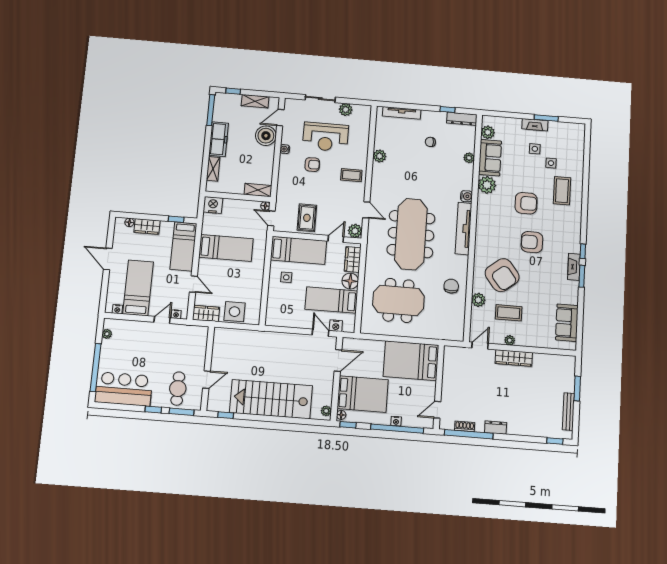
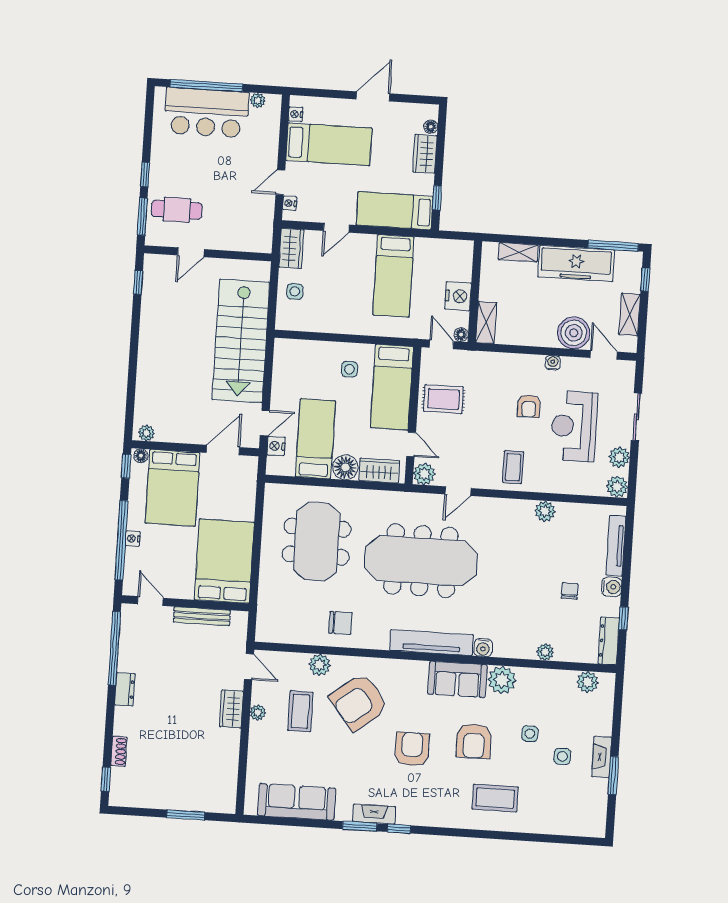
plant: (364, 111) -> (617, 487), added
water cooler: (428, 116) -> (612, 587), added
freezer: (219, 139) -> (576, 263), width x1.36, depth x1.26
sofa: (490, 158) -> (457, 679), moved
side table: (551, 163) -> (530, 734), moved
nightstand: (213, 205) -> (458, 296), moved
door: (271, 218) -> (441, 344), hinge flipped
side table: (235, 312) -> (295, 291), width x0.54, depth x0.54
door: (162, 320) -> (280, 182), swing flipped
sofa: (567, 323) -> (297, 802), width x1.36
wardrobe: (514, 358) -> (231, 709), width x0.67
door: (338, 360) -> (223, 450), swing flipped
door: (207, 380) -> (191, 252), hinge flipped
bar counter: (124, 389) -> (206, 113), moved, turned 90
stairs: (271, 399) -> (241, 341), moved, turned 180
bench: (568, 412) -> (202, 616), moved
shoe rack: (465, 426) -> (119, 751), moved

